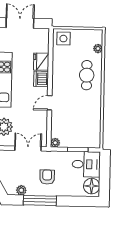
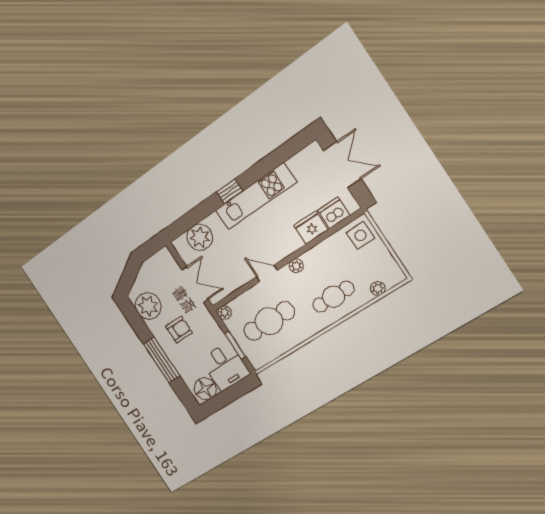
dishwasher: (41, 79) -> (334, 213), moved
plant: (56, 84) -> (296, 266), added
cafe table: (77, 120) -> (269, 321), added
plant: (21, 190) -> (148, 306), width x1.88, depth x1.88
window: (40, 200) -> (162, 360), moved

